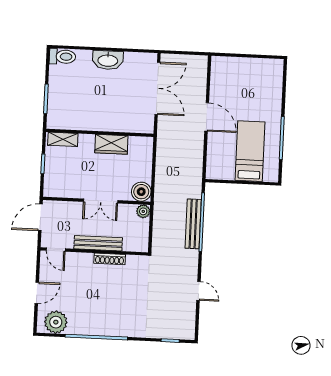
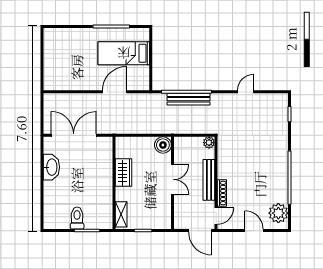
toilet: (62, 57) -> (77, 218), moved
washbasin: (108, 60) -> (51, 167), moved
door: (207, 117) -> (115, 92), moved
plant: (143, 211) -> (209, 143), moved
door: (40, 217) -> (200, 231), moved
shoe rack: (110, 259) -> (222, 193), moved

